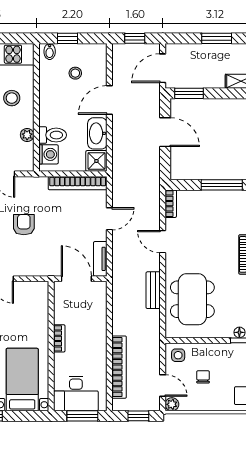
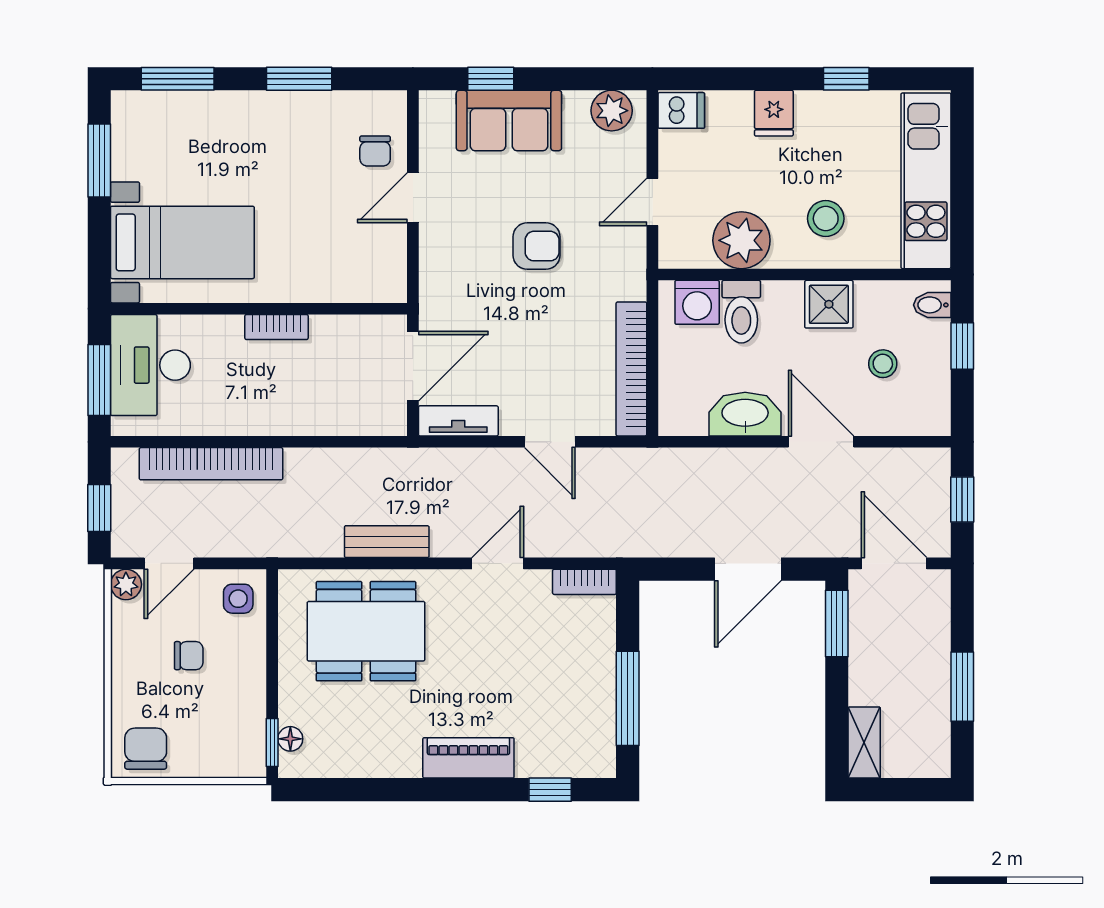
plant: (27, 135) -> (741, 240), width x1.88, depth x1.88
shower: (96, 161) -> (829, 304), moved

